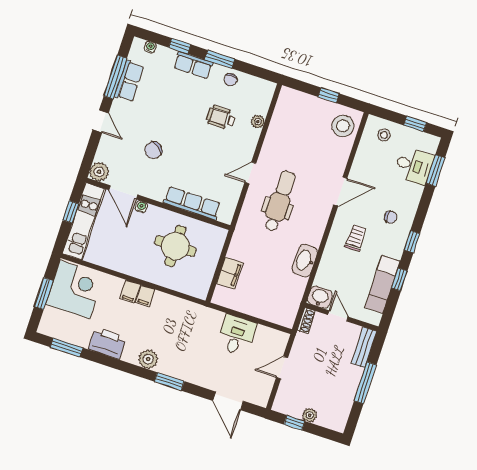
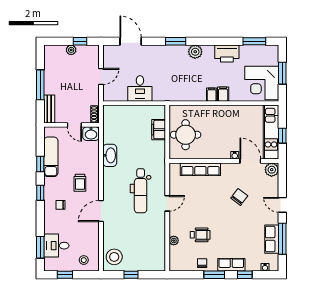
round table: (175, 246) -> (186, 135), moved

